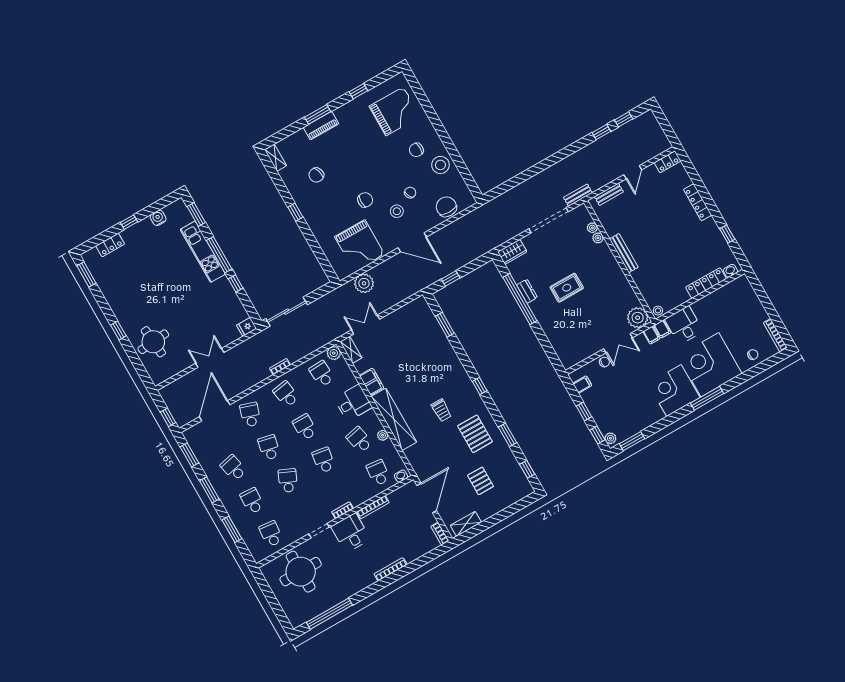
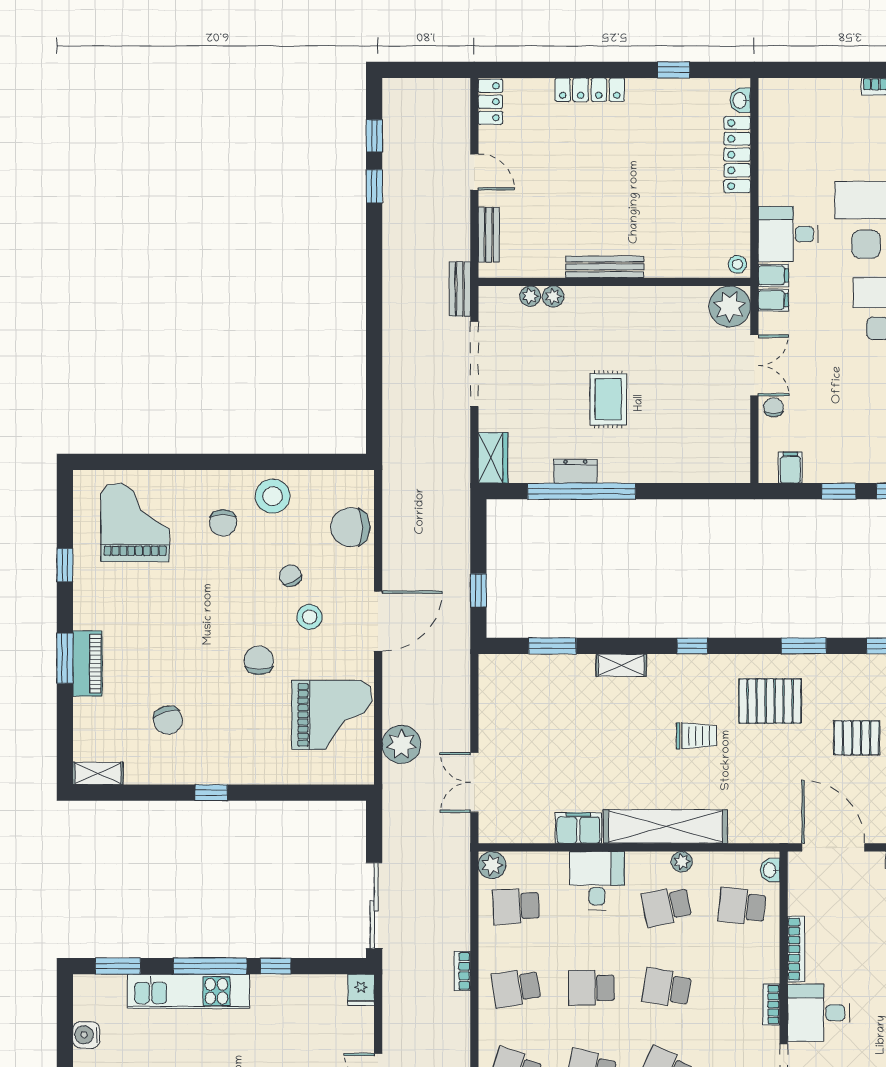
shelving: (351, 350) -> (621, 665), moved

